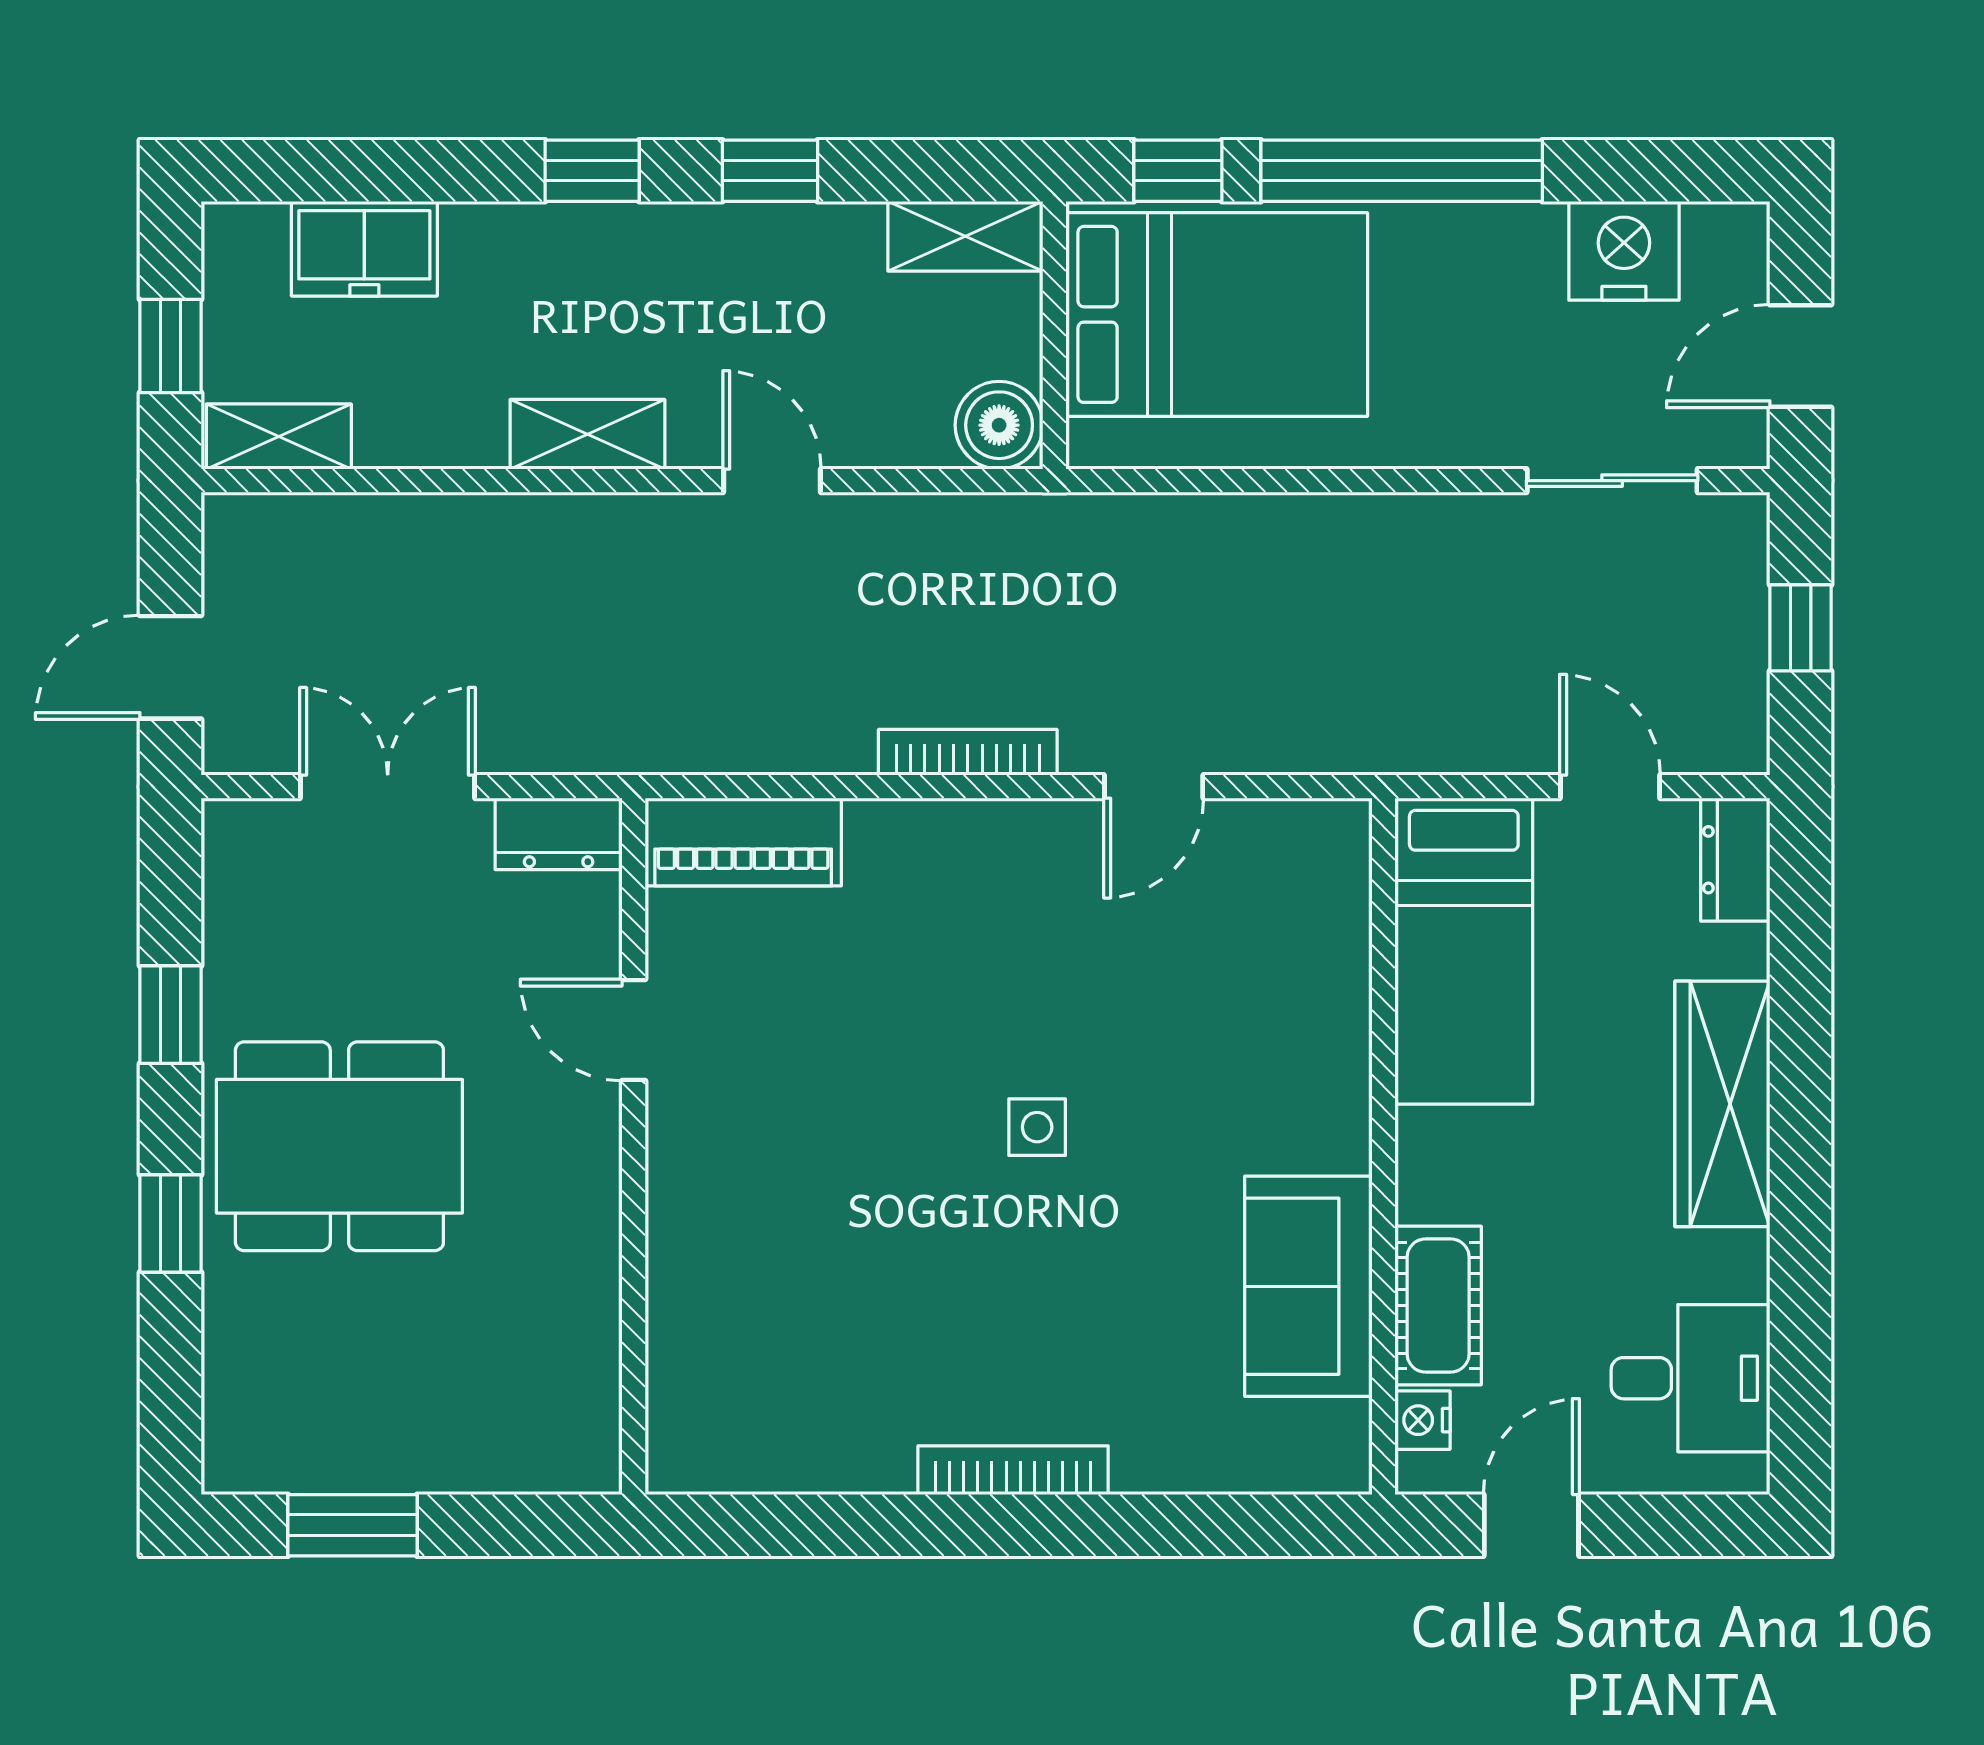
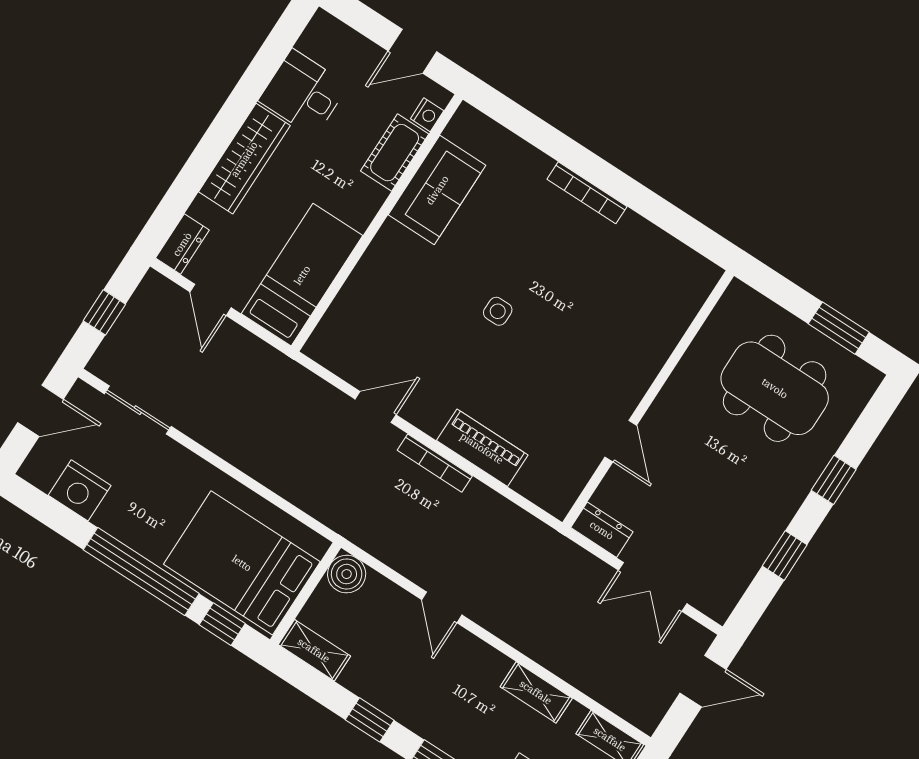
shelving: (587, 434) -> (536, 692), moved
piano: (743, 842) -> (482, 448), moved
dining table: (339, 1146) -> (775, 388), moved
desk: (1691, 1378) -> (303, 93), moved

